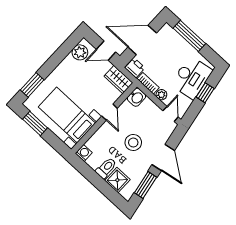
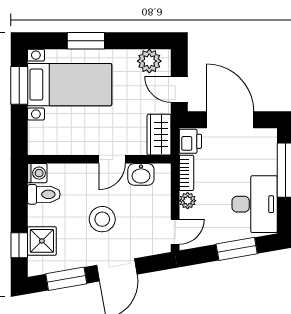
desk: (192, 78) -> (255, 204), moved, turned -80
window: (32, 85) -> (86, 41), moved
window: (205, 93) -> (237, 249), width x1.50
washbasin: (136, 97) -> (141, 174), moved
bed with nightstands: (67, 115) -> (70, 85), moved, turned 90
toilet: (106, 168) -> (44, 194), moved
window: (110, 192) -> (19, 245), added

